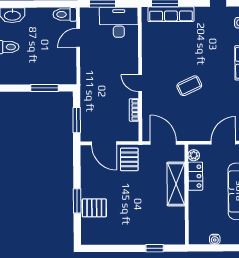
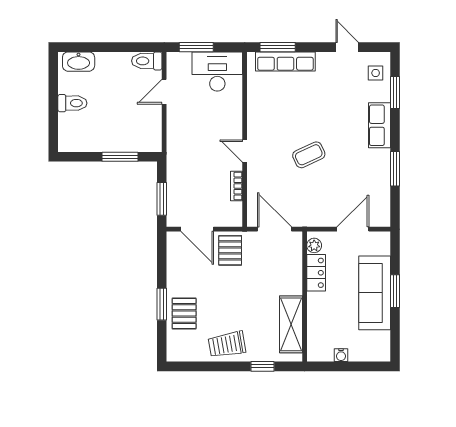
shelving: (176, 184) -> (291, 324), moved
pallet: (94, 208) -> (184, 313), turned 90
trolley: (127, 232) -> (227, 344), added

